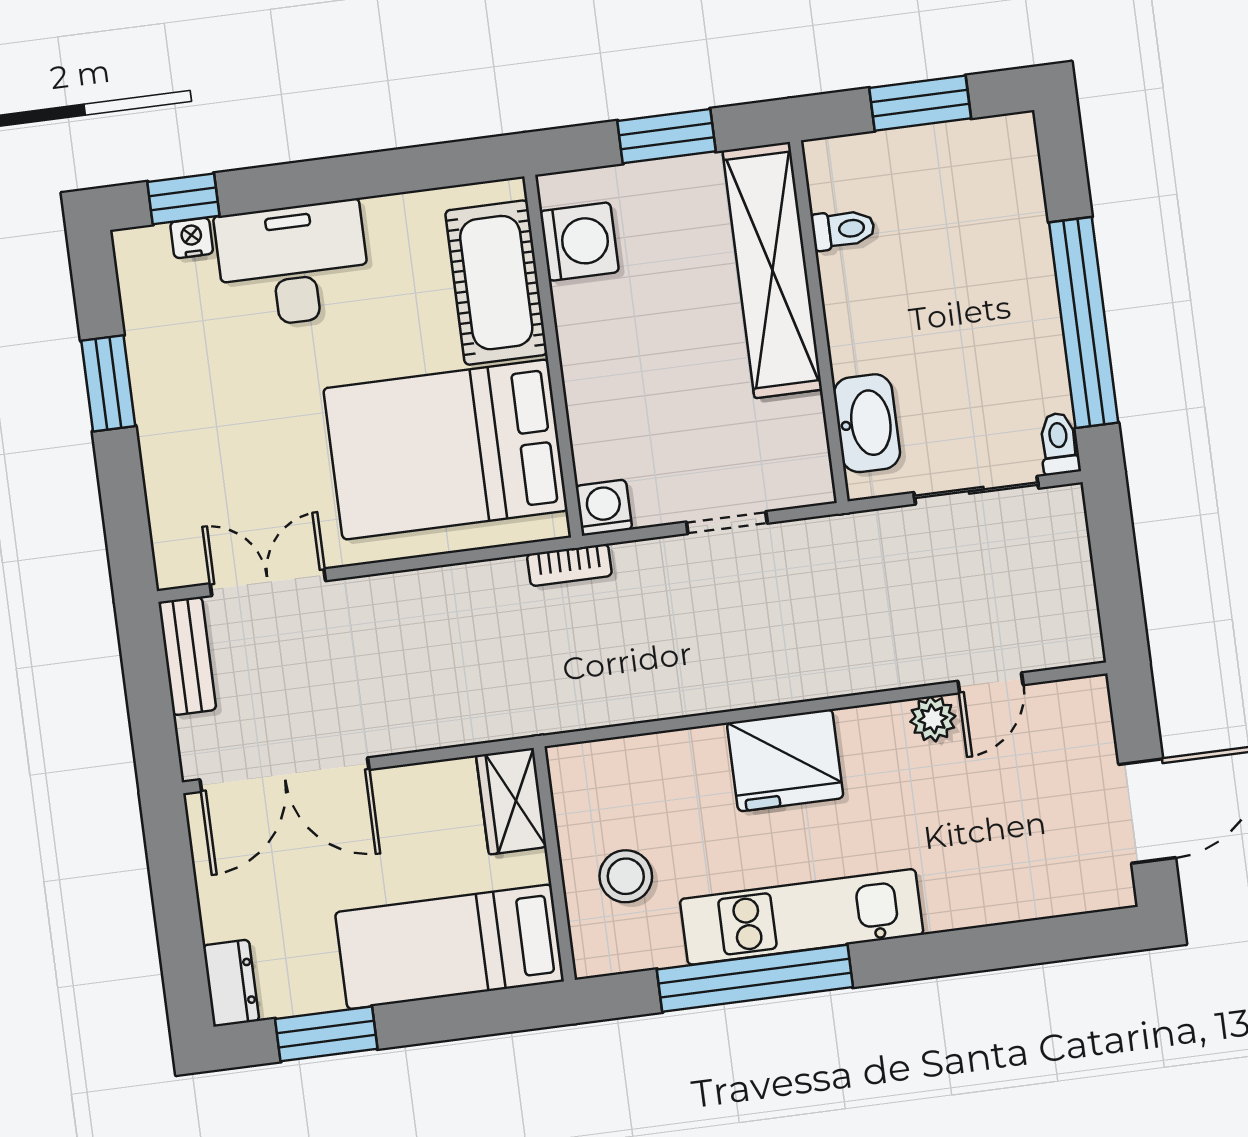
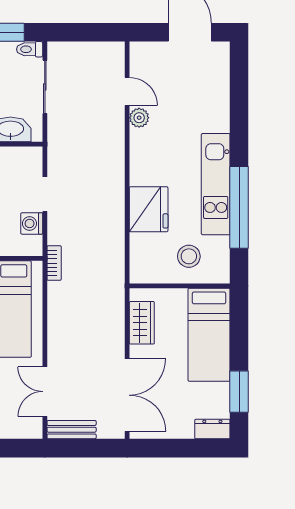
washing machine: (604, 508) -> (32, 223), moved
fridge: (785, 760) -> (149, 209), moved
wardrobe: (511, 801) -> (142, 323), moved, turned -90

